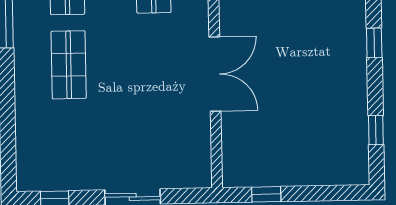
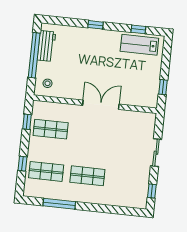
lab bench: (345, 136) -> (139, 45), added

